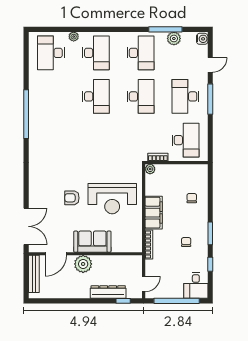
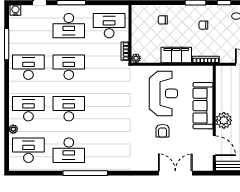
plant: (174, 38) -> (15, 36), removed
desk: (51, 53) -> (28, 150), turned 180
desk: (51, 96) -> (69, 150), added
double door: (26, 226) -> (175, 173), moved
sofa: (92, 242) -> (203, 106), width x1.36

